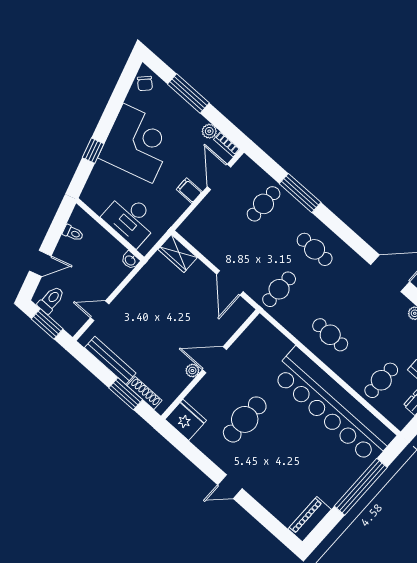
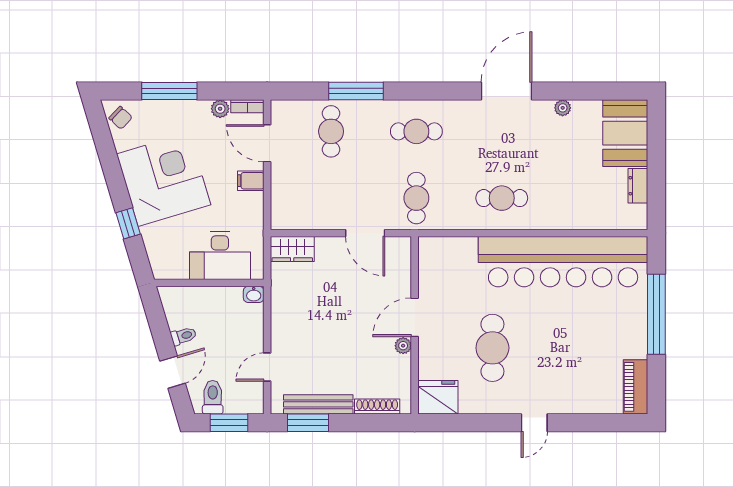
toilet: (73, 233) -> (183, 336), moved
cafe table: (381, 380) -> (587, 198), removed
window: (126, 394) -> (308, 423), moved

